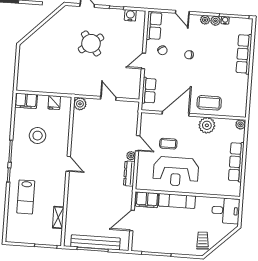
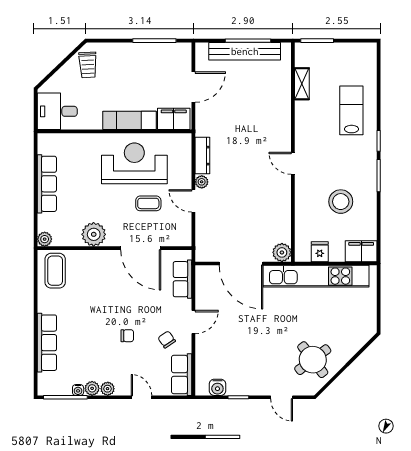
round table: (91, 43) -> (313, 360), moved
kitchen unit: (58, 86) -> (316, 276), added
door: (108, 98) -> (241, 263), width x1.88
coffee table: (209, 103) -> (55, 271), moved, turned 90
door: (176, 114) -> (141, 248), hinge flipped

